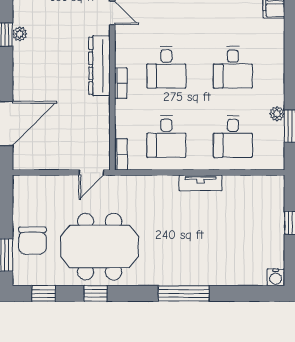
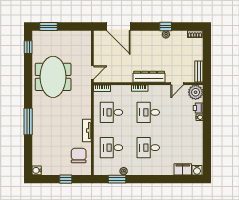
door: (91, 172) -> (92, 72), swing flipped
chair: (32, 241) -> (79, 155), moved, turned 90
window: (96, 293) -> (28, 75), removed

